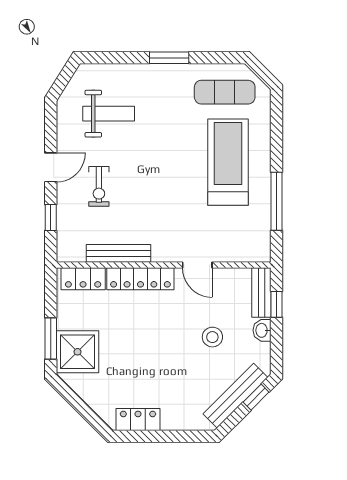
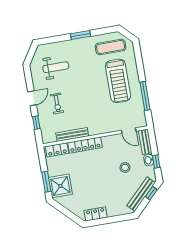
treadmill: (228, 162) -> (118, 81), turned 180
door: (197, 265) -> (129, 131), moved
window: (277, 304) -> (156, 161), moved

